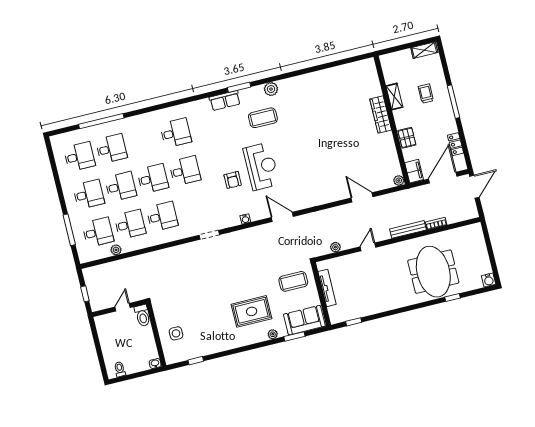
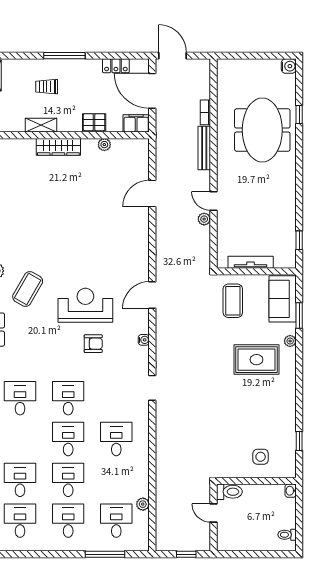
coffee table: (263, 118) -> (28, 289), turned 30
plant: (399, 181) -> (104, 145), moved
desk: (130, 224) -> (116, 480), removed
plant: (335, 247) -> (204, 219), moved
meeting table: (433, 272) -> (262, 130), turned 90
rug: (252, 311) -> (256, 360), turned 90

